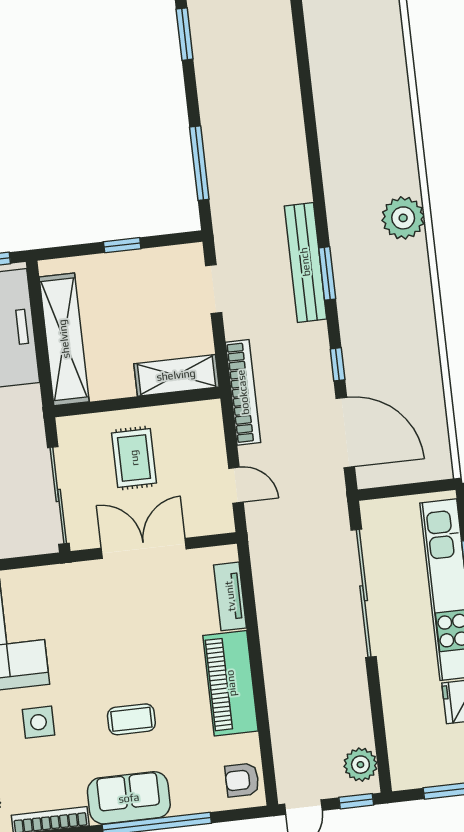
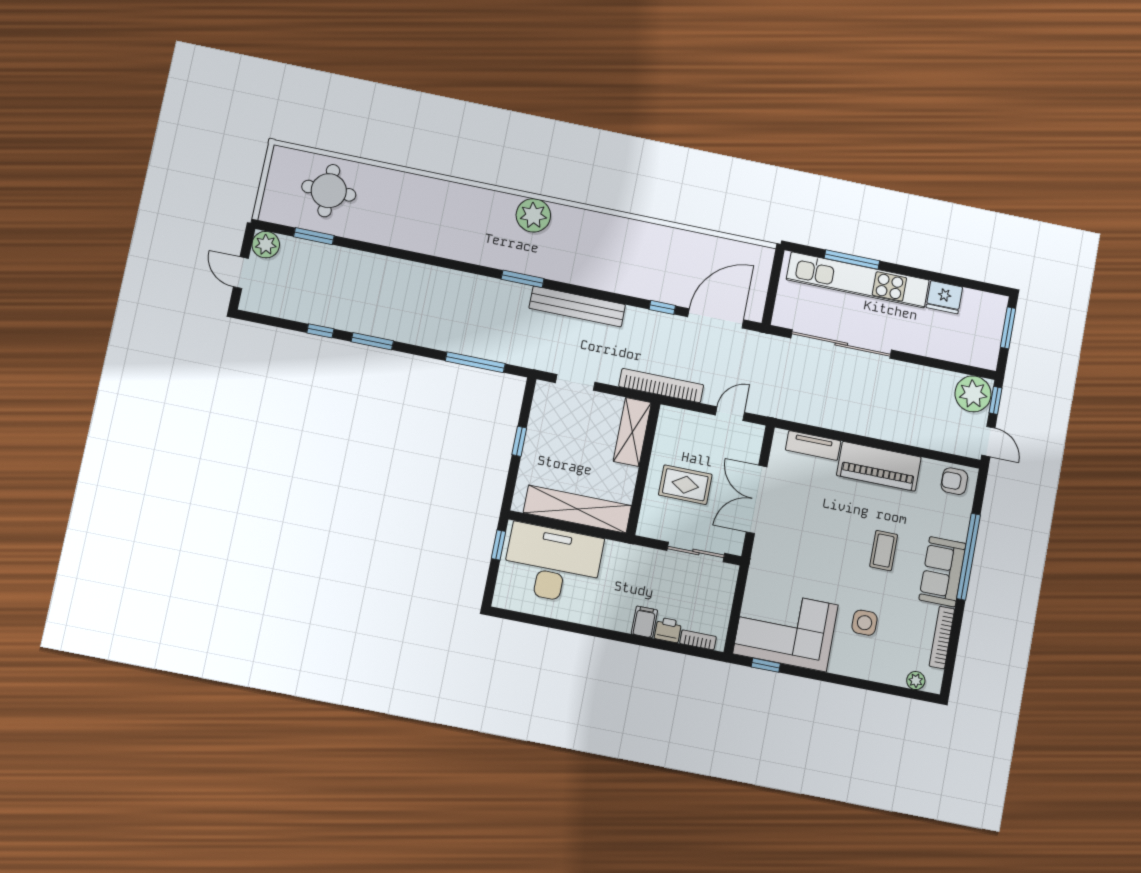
plant: (403, 218) -> (533, 215), moved
window: (327, 273) -> (523, 279), moved
sliding door: (58, 495) -> (696, 552), width x0.73
plant: (360, 765) -> (973, 394), width x1.36, depth x1.36
armchair: (242, 780) -> (954, 481), turned 90

